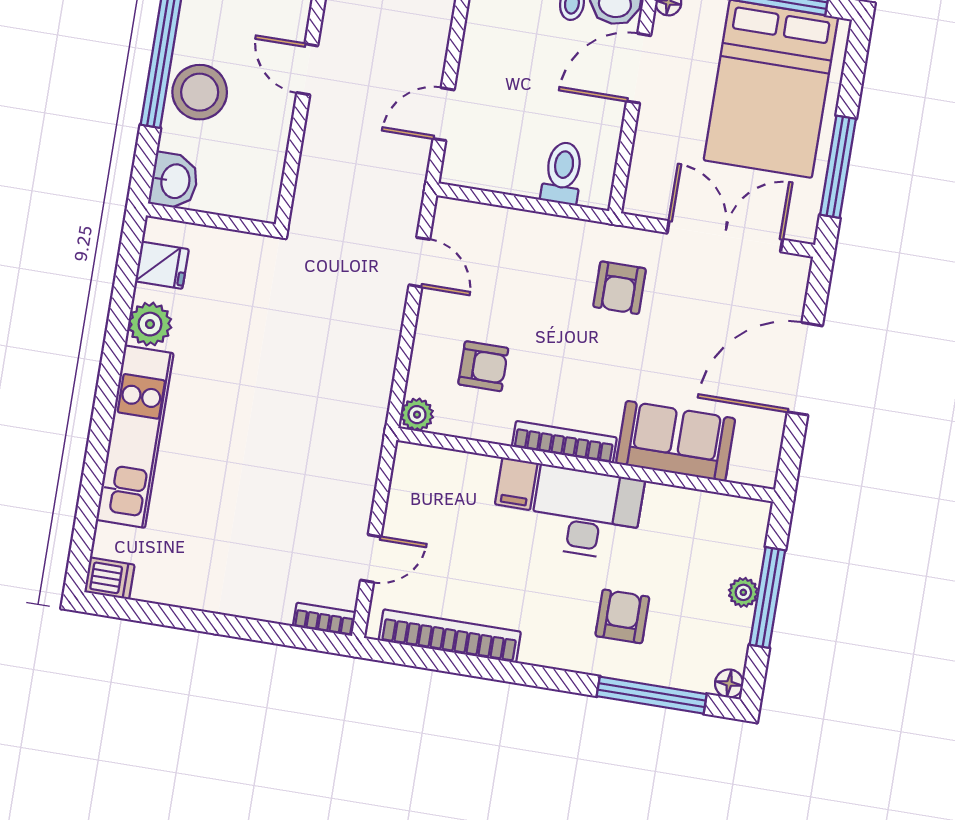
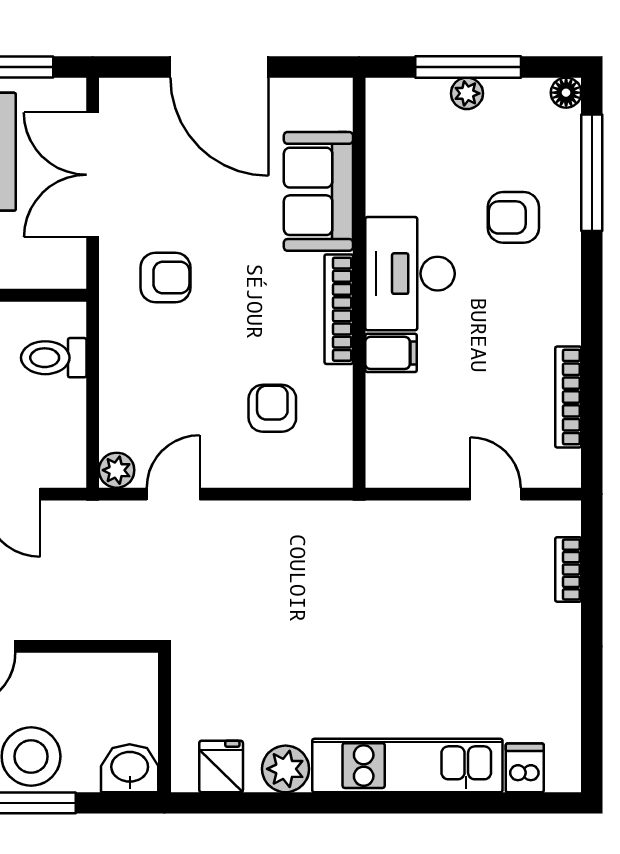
plant: (417, 415) -> (117, 470), moved
dishwasher: (109, 578) -> (525, 768), moved
bookcase: (324, 619) -> (568, 569), moved
bookcase: (450, 636) -> (568, 397), width x0.68, depth x0.76

